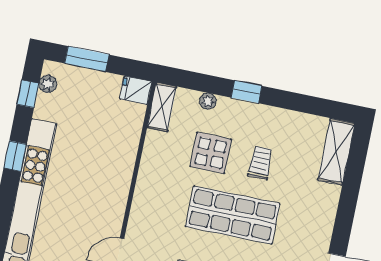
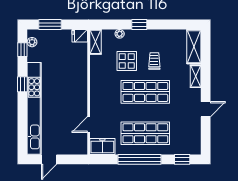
shelving: (329, 205) -> (196, 76), added

